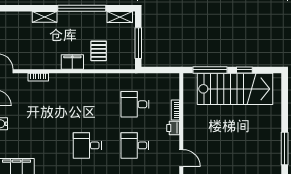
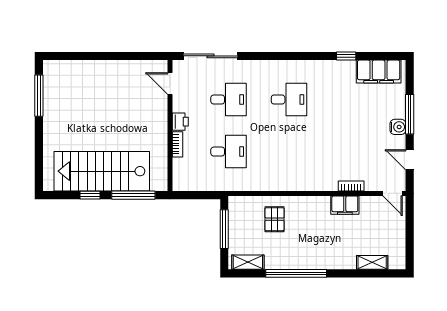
shelving: (45, 17) -> (372, 262), moved
filing cabinet: (72, 62) -> (345, 205), moved

